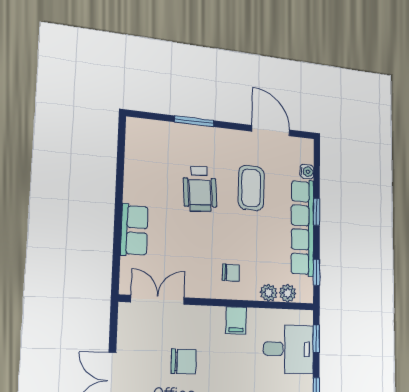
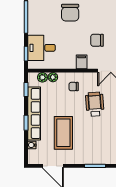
coffee table: (251, 188) -> (63, 133), width x1.36, depth x1.32
wheelchair: (200, 189) -> (95, 104), moved
filing cabinet: (236, 320) -> (82, 62), moved

